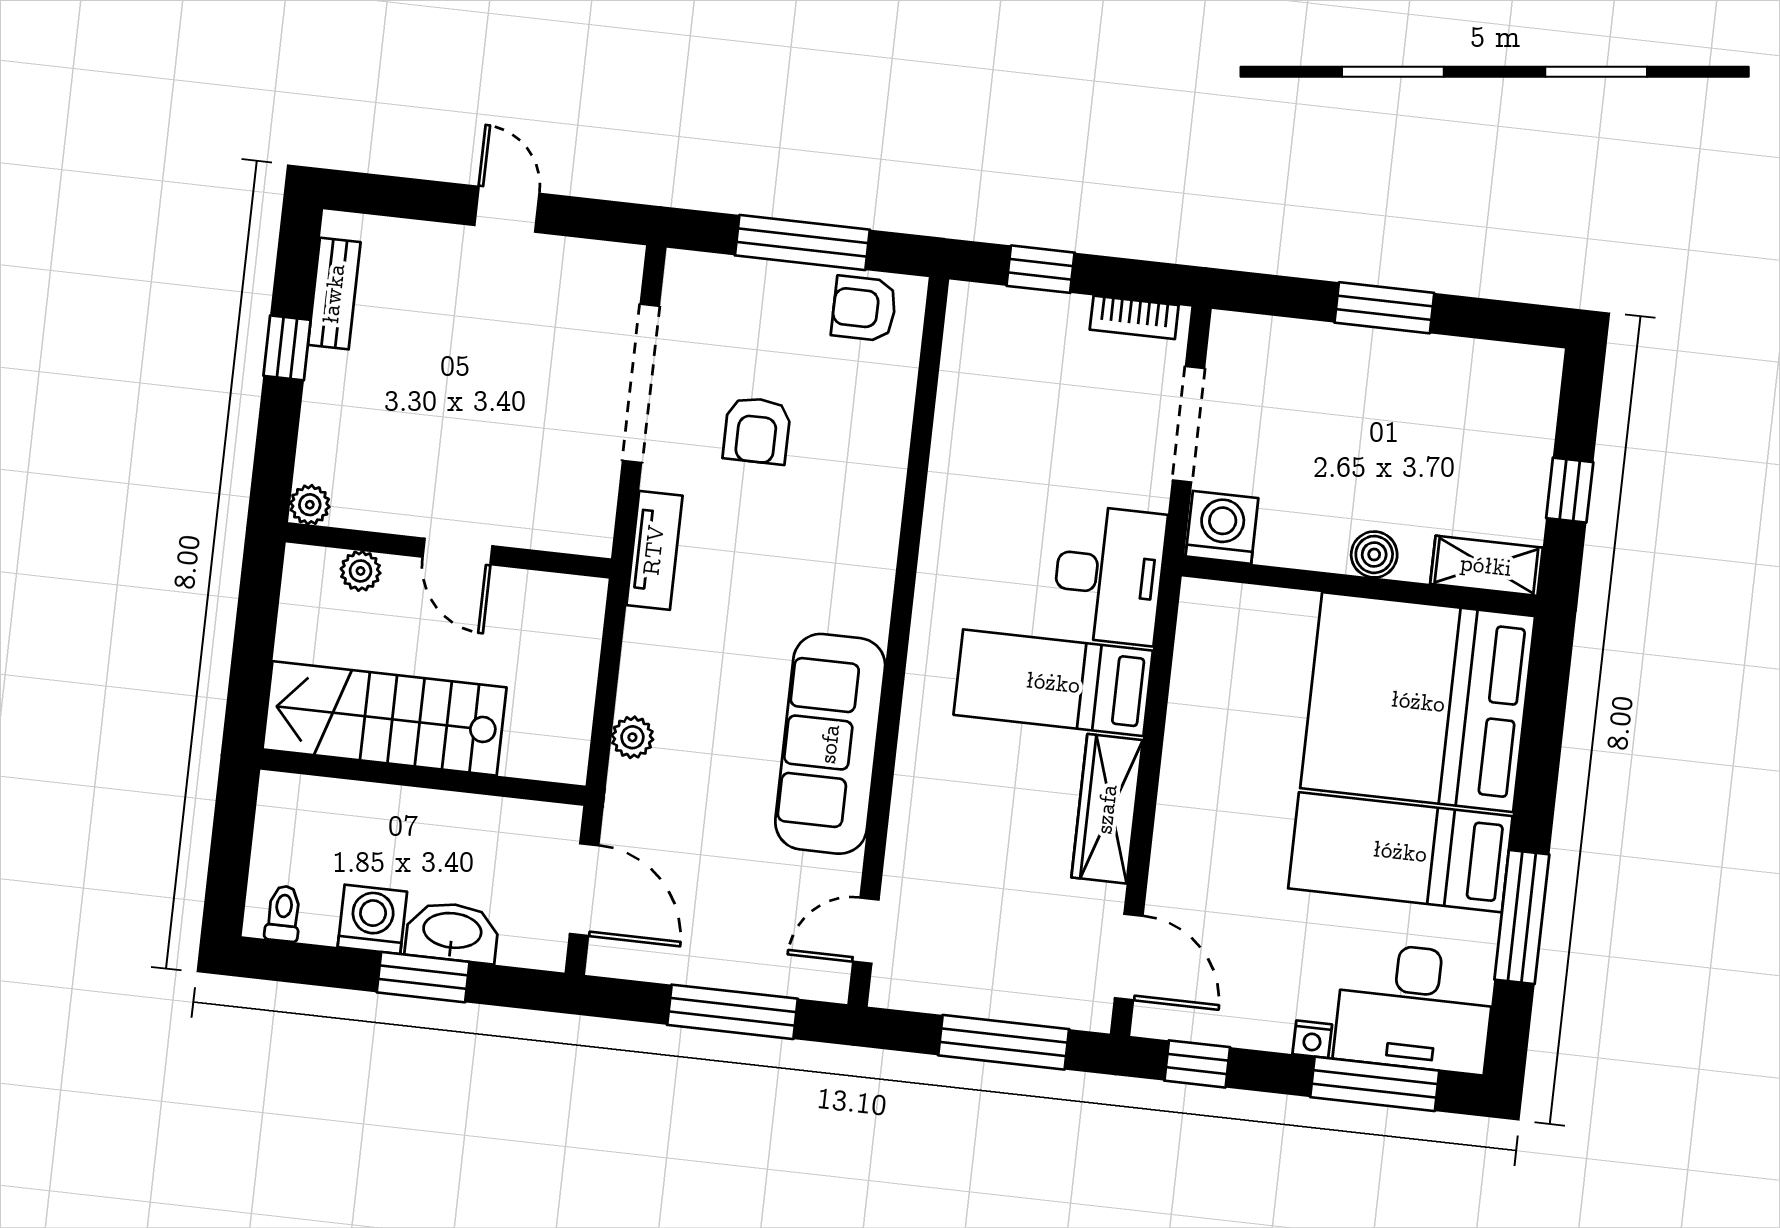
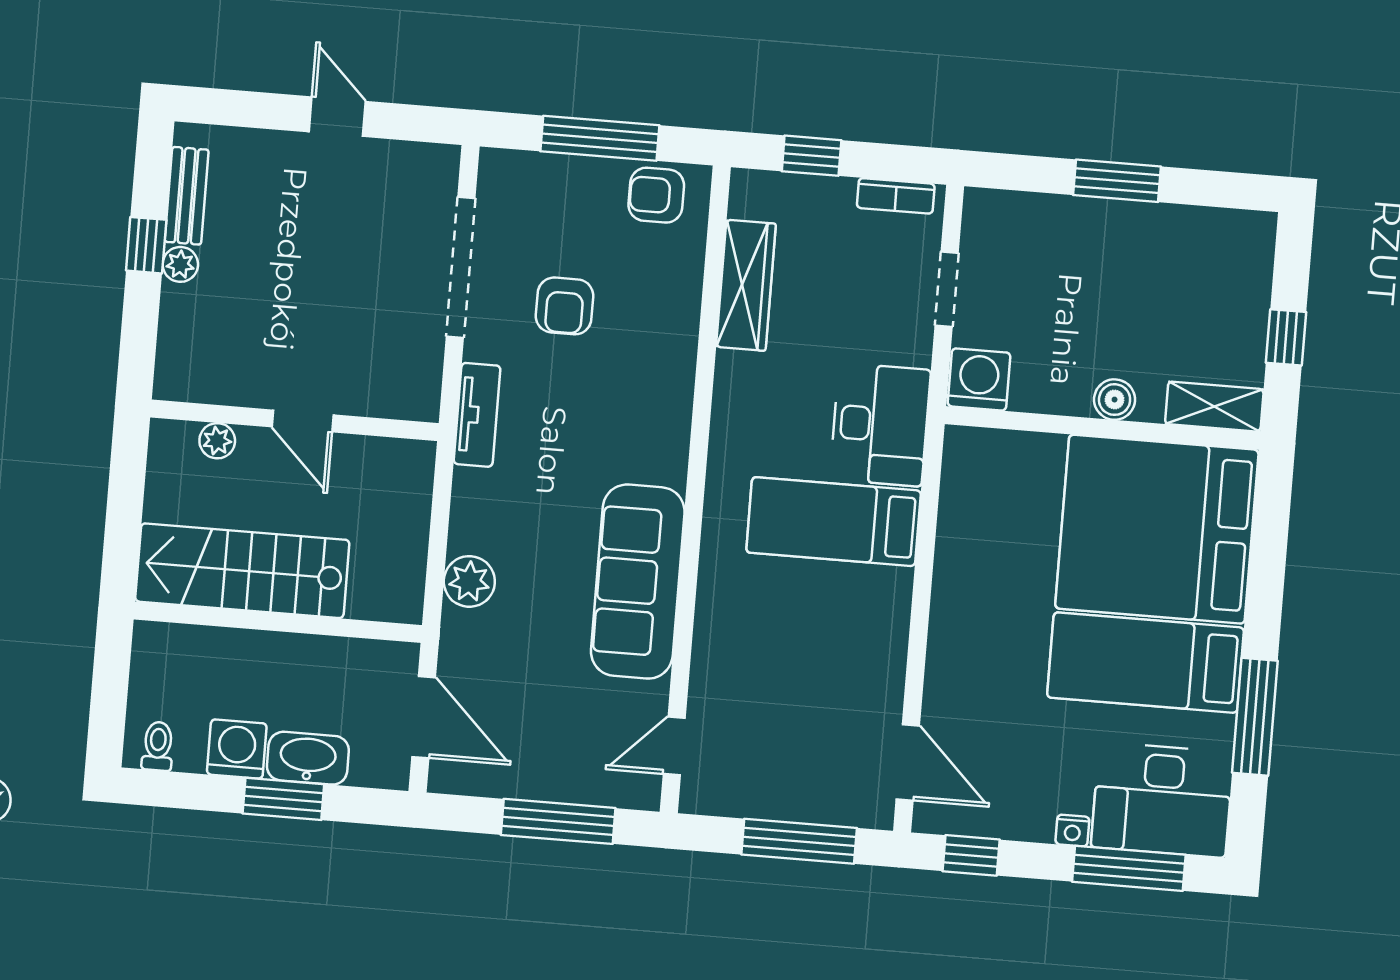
doorway: (1188, 424) -> (947, 289), width x0.73
plant: (310, 505) -> (180, 264), moved
plant: (632, 737) -> (469, 581), width x1.38, depth x1.38
wardrobe: (1107, 809) -> (746, 285), moved, turned 180

